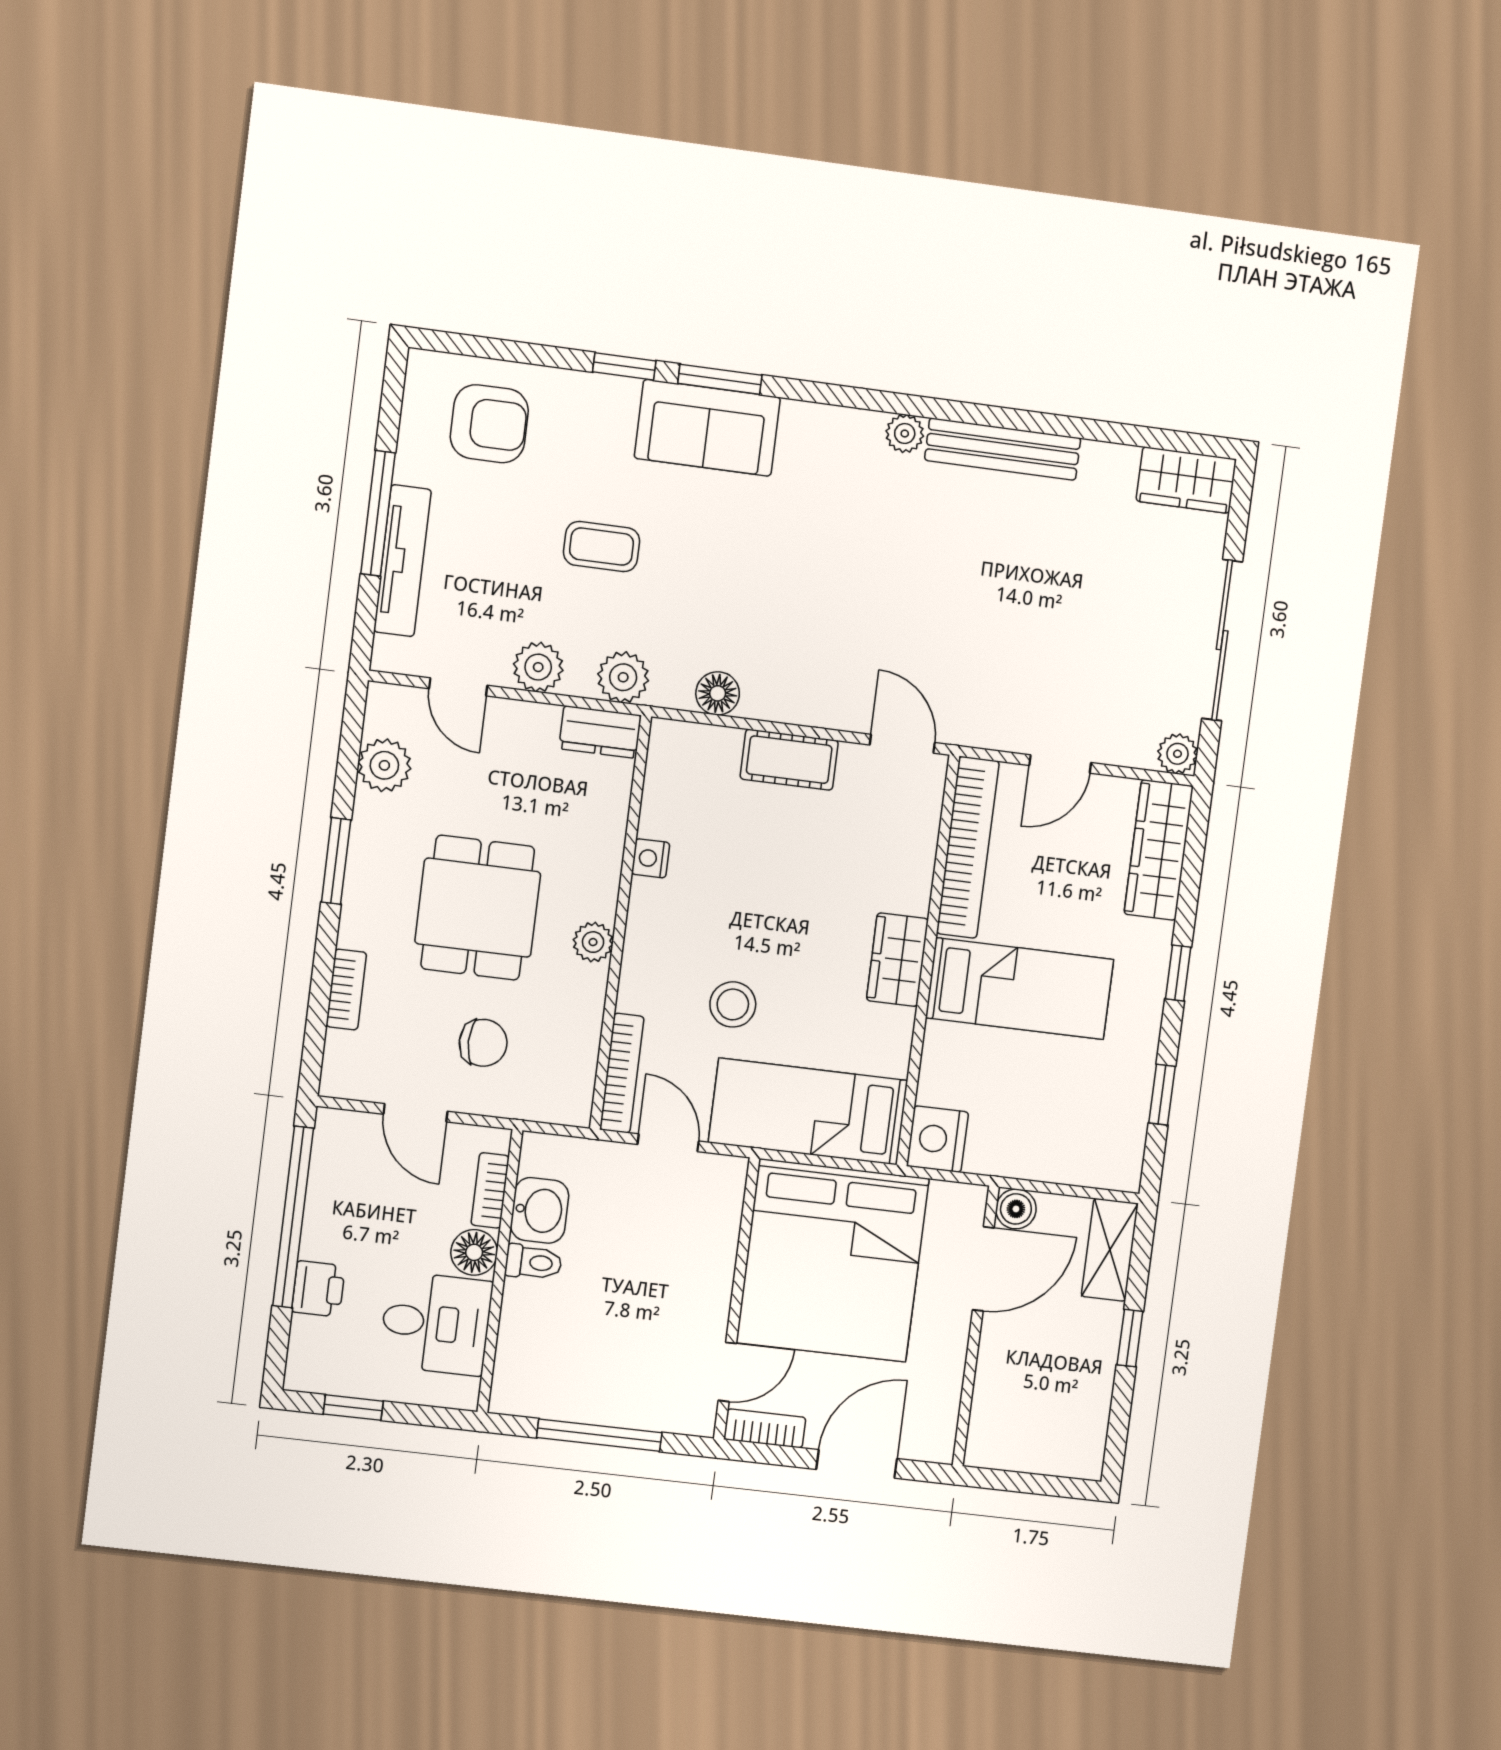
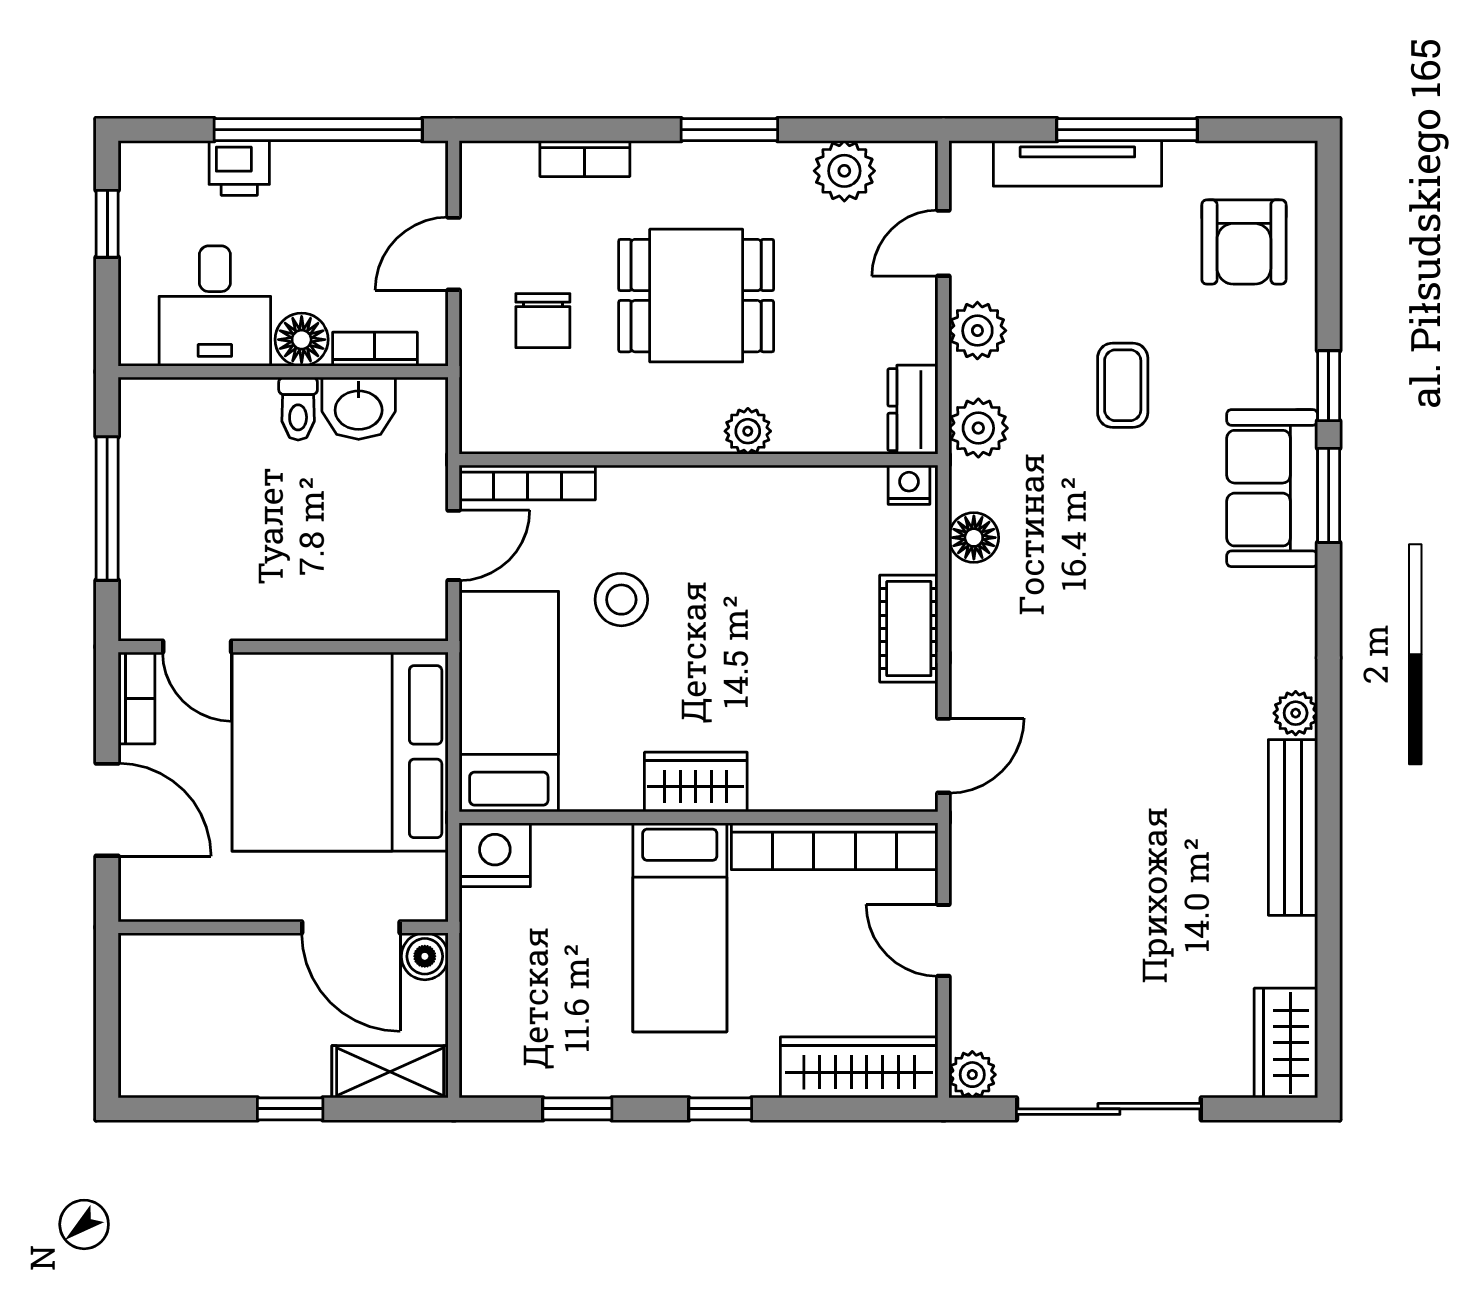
nightstand: (651, 858) -> (909, 485), moved
plant: (593, 942) -> (748, 431), moved

